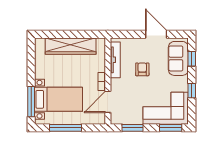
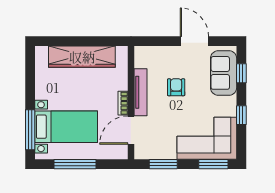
tv unit: (115, 60) -> (141, 92), moved

